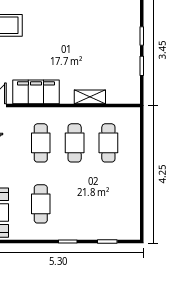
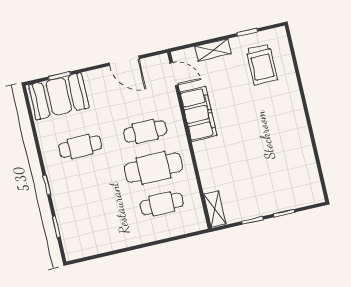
shelving: (90, 97) -> (215, 209), moved
cafe table: (75, 143) -> (153, 168), width x1.37, depth x1.35

